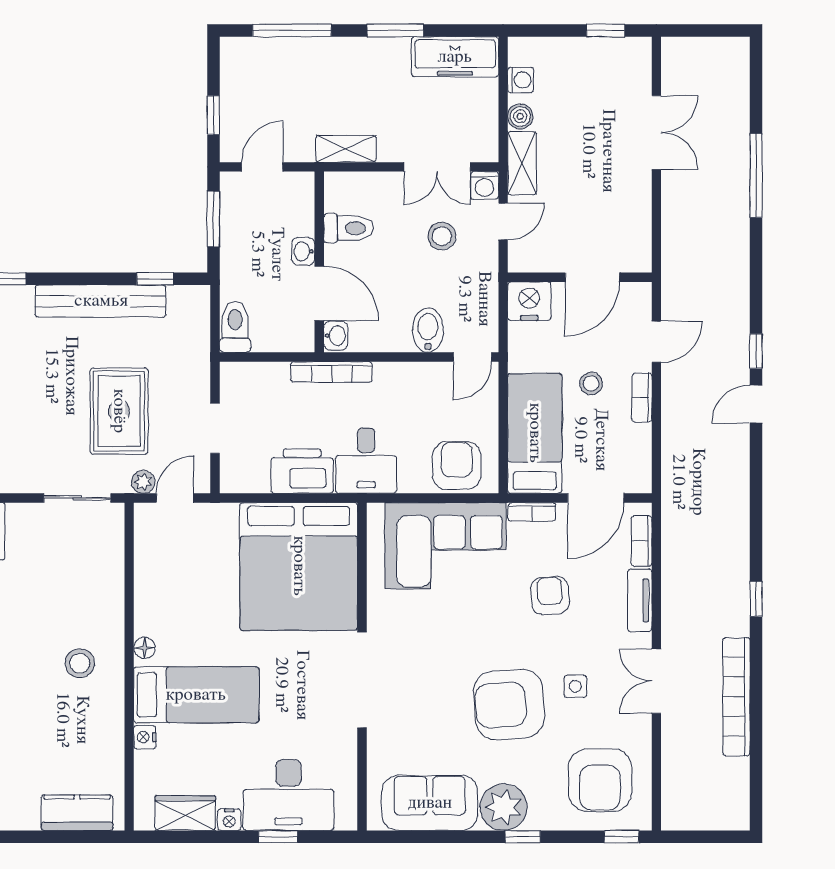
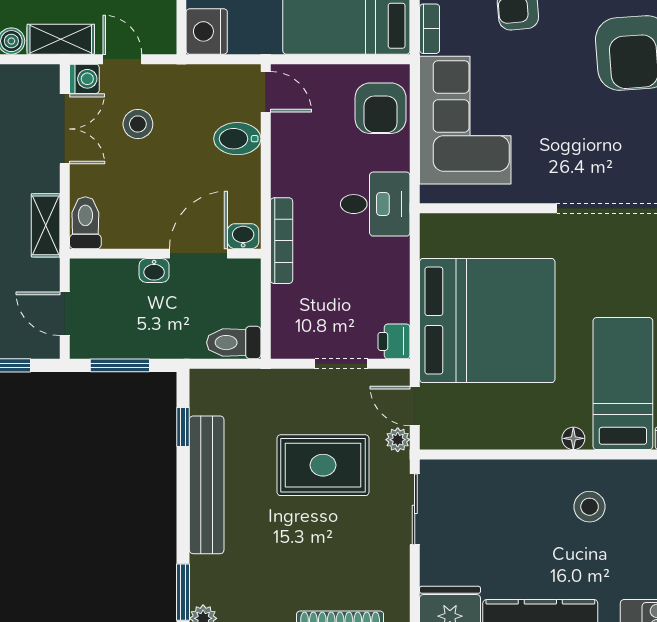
toilet: (348, 228) -> (85, 223), moved
armchair: (457, 466) -> (381, 108), turned -90
printer: (302, 471) -> (394, 341), moved, width x0.53, depth x0.68
bed: (299, 566) -> (487, 321), moved

